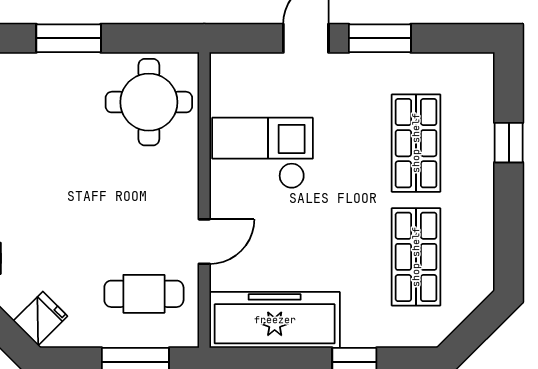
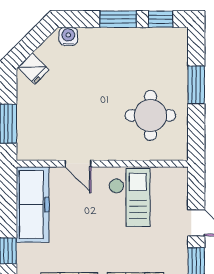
round table: (149, 102) -> (150, 115), moved
cafe table: (144, 294) -> (48, 129), removed

